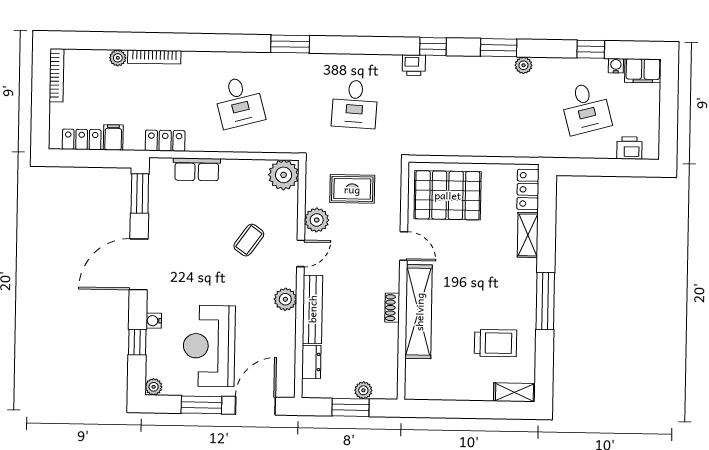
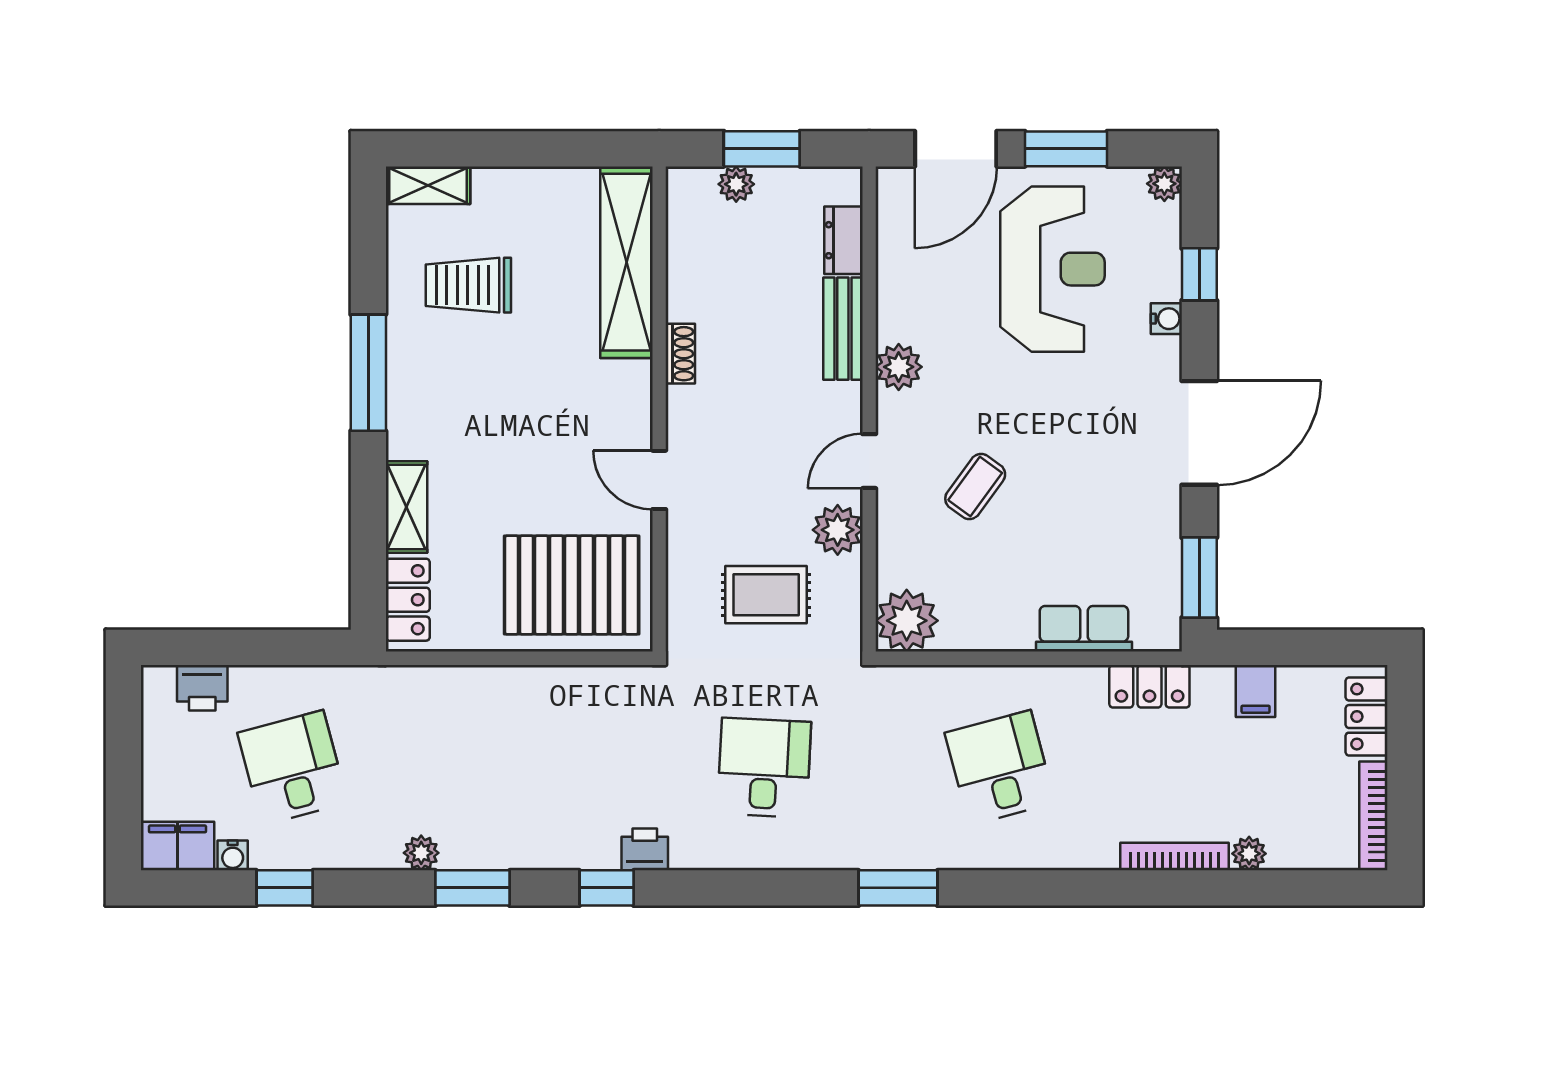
locker: (82, 139) -> (1366, 717), moved, turned 90
bench: (312, 309) -> (843, 329), width x0.73
shelving: (419, 312) -> (626, 262), moved

